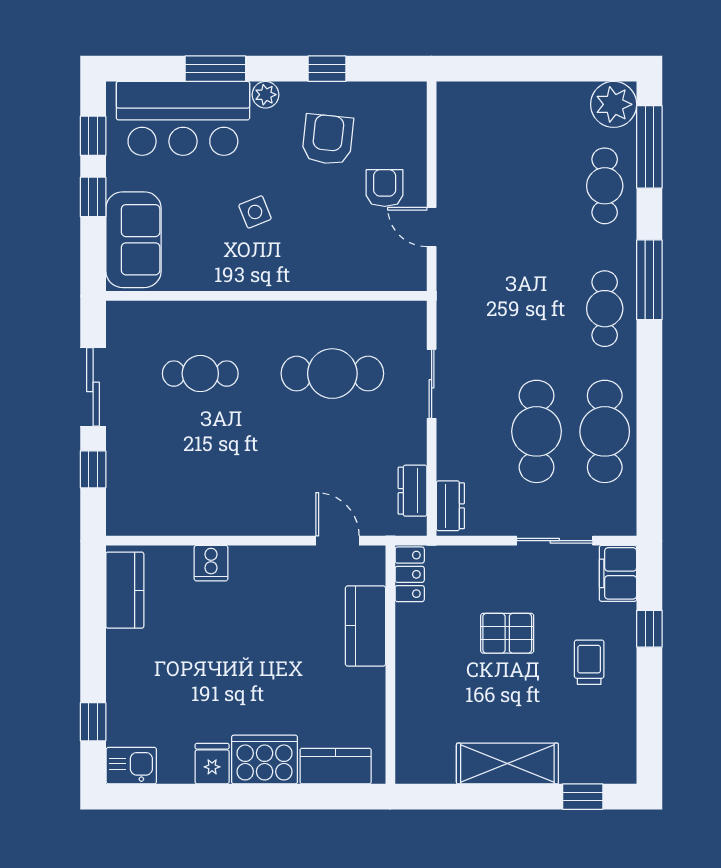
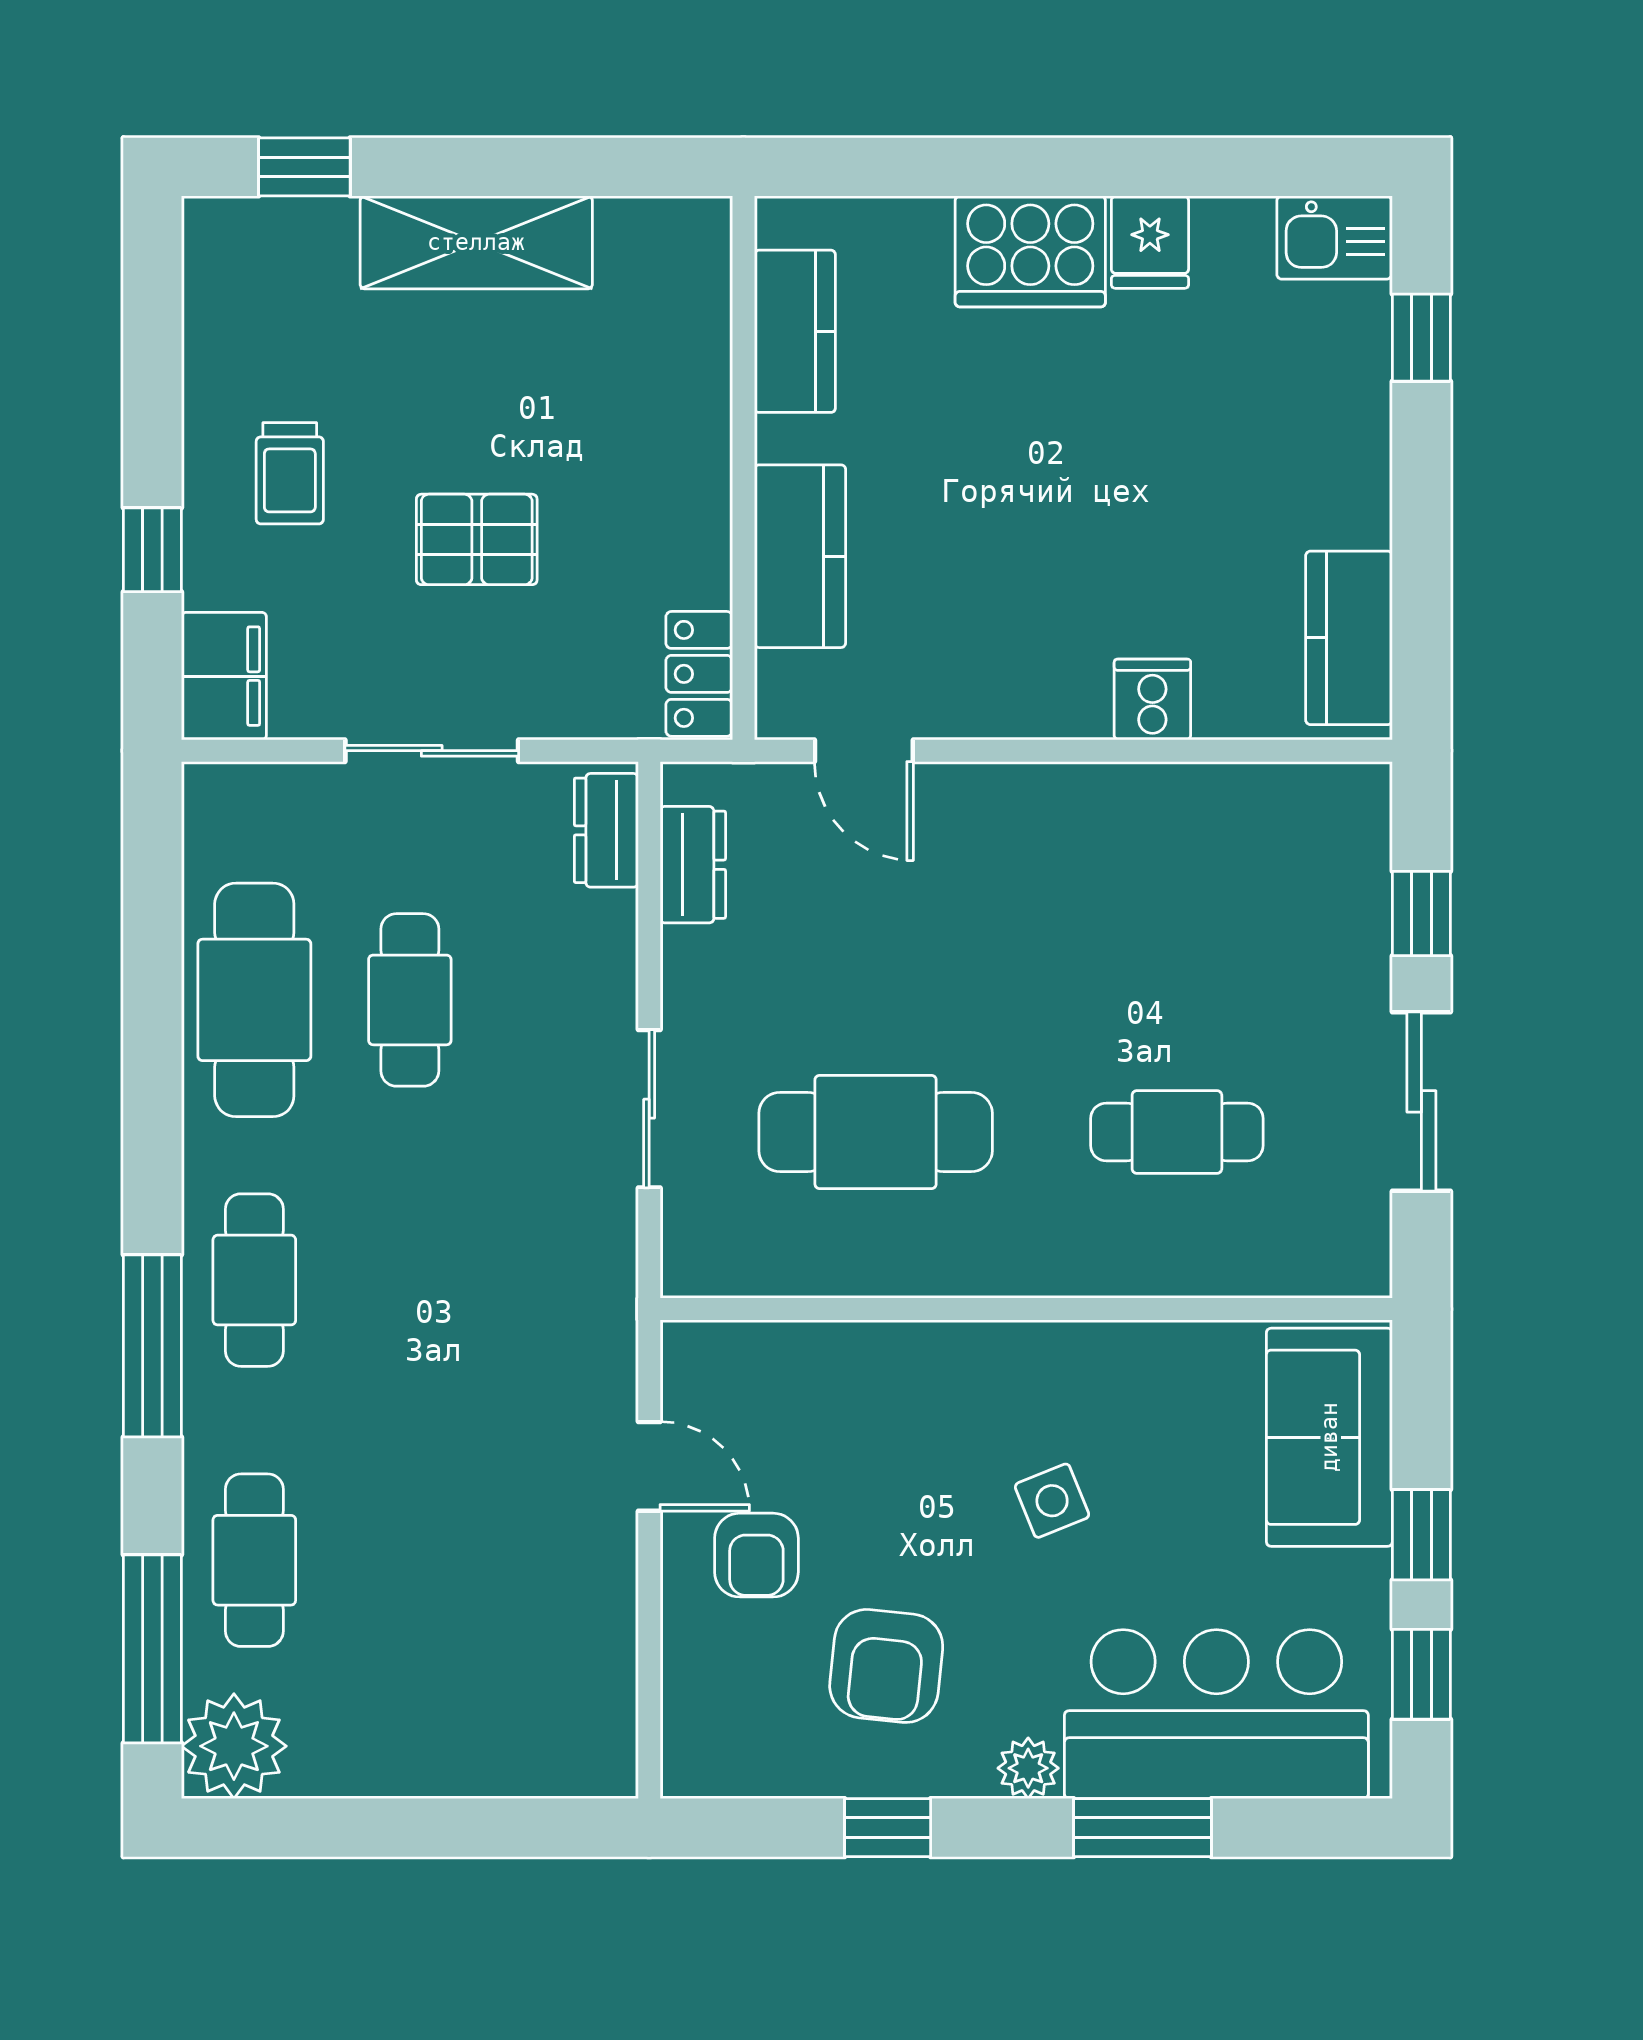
cafe table: (537, 431) -> (410, 1000), width x0.73, depth x0.74
sliding door: (555, 541) -> (432, 751), moved
kitchen counter: (336, 766) -> (795, 331), moved, turned -90

